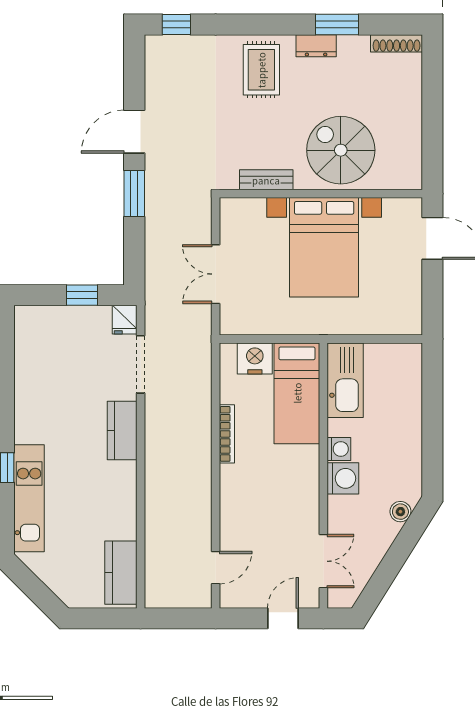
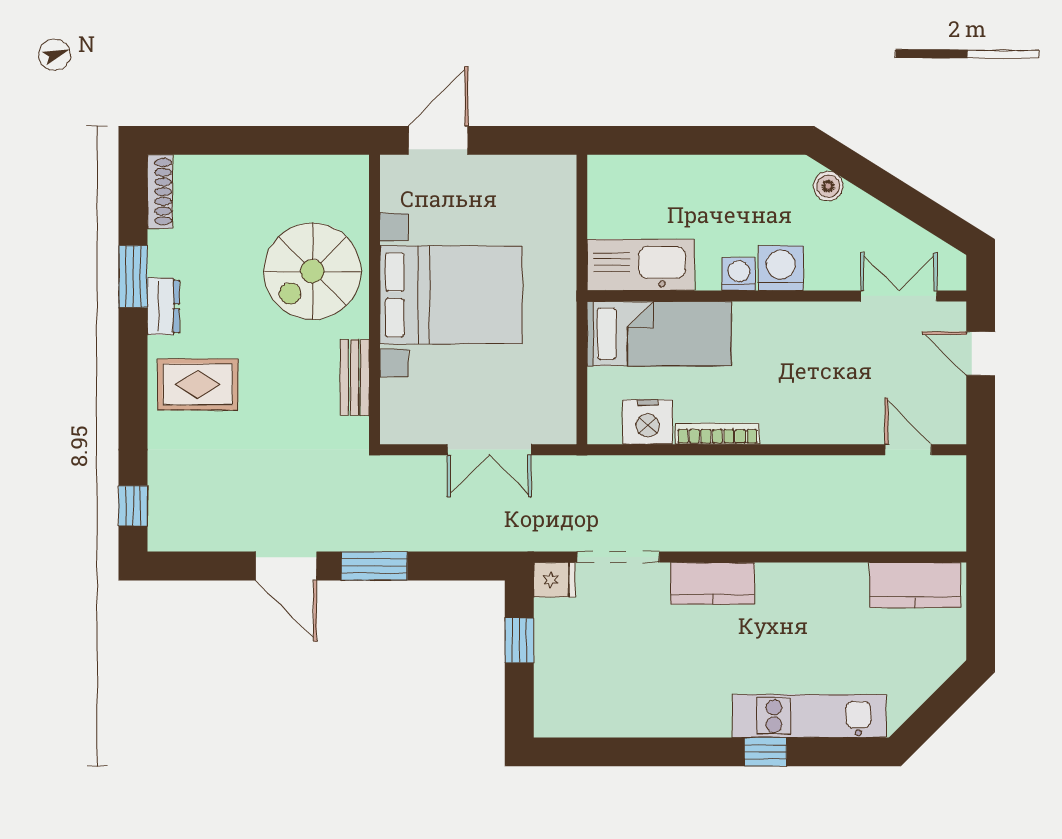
nightstand: (255, 358) -> (648, 422), moved, turned -90

